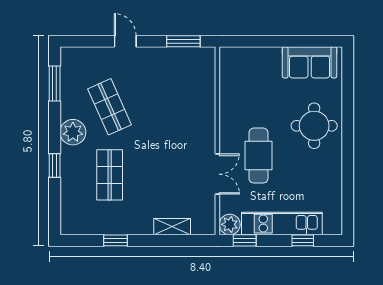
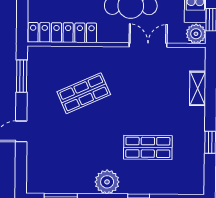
locker: (230, 84) -> (62, 33), added
shop shelf: (110, 107) -> (84, 93), moved

